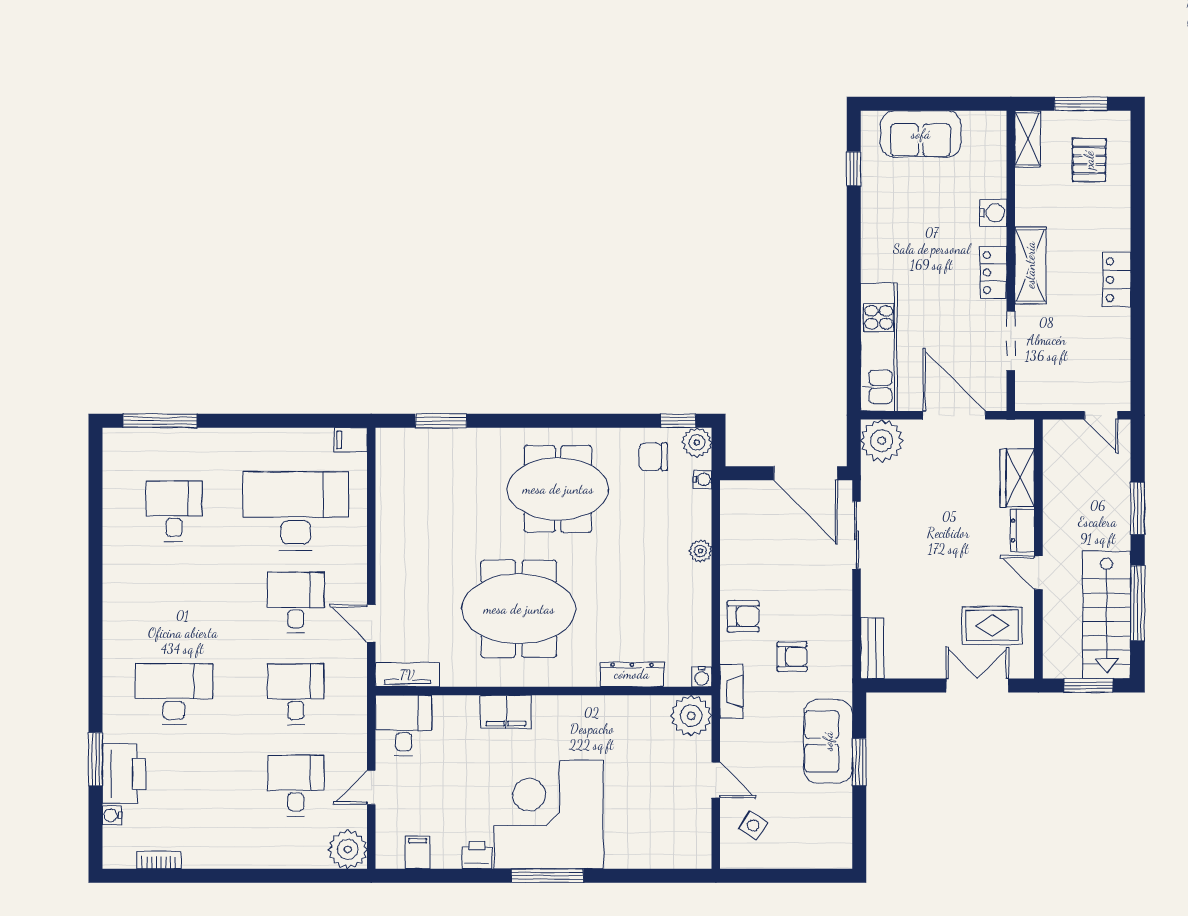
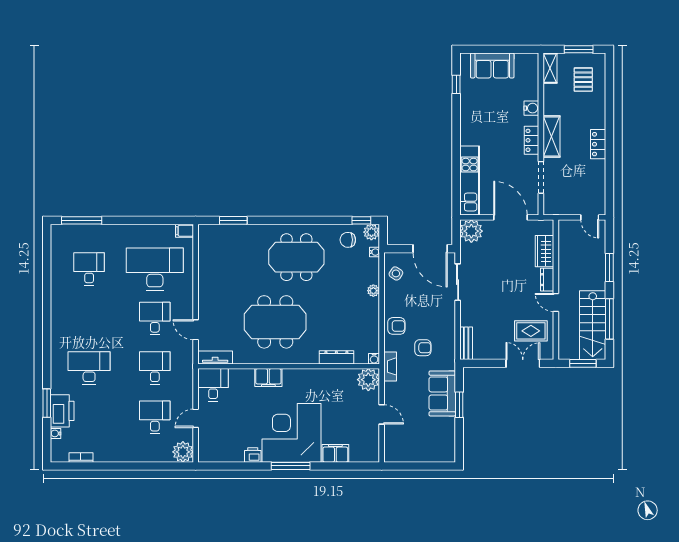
side table: (753, 825) -> (396, 273), moved
filing cabinet: (418, 852) -> (335, 453), moved, width x2.00

